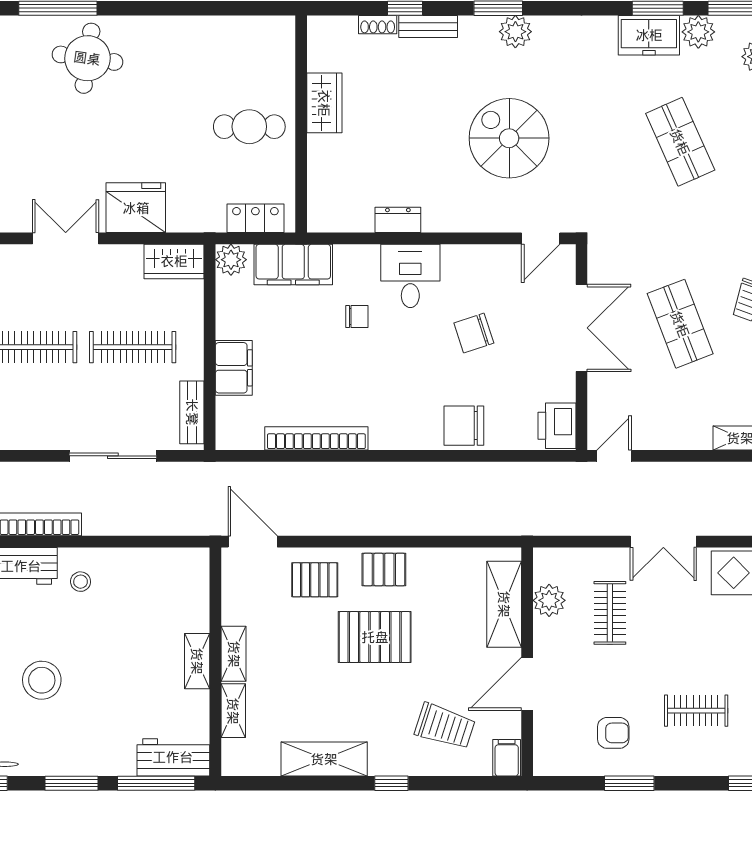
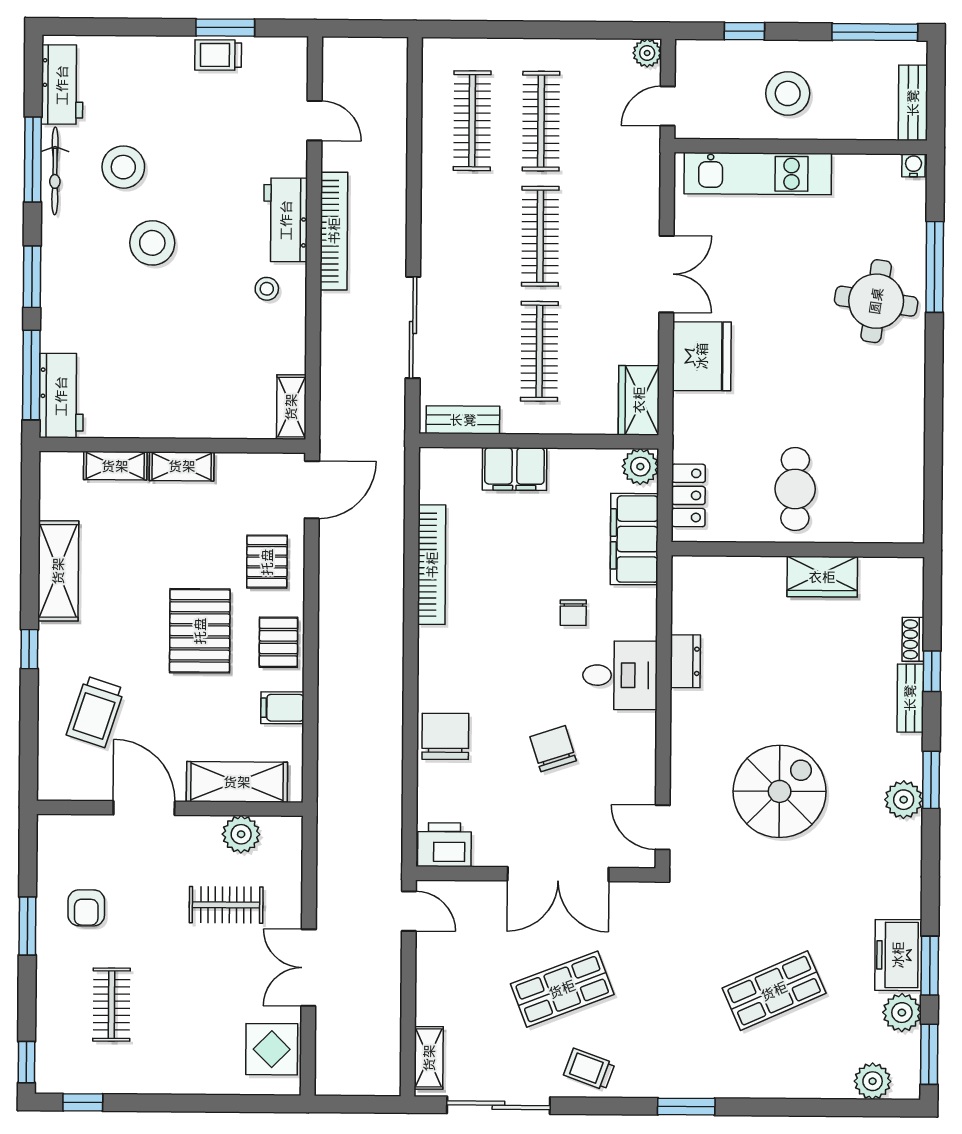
shelving: (197, 661) -> (291, 407), moved, turned 90
filing cabinet: (507, 758) -> (282, 708), moved, turned 180

